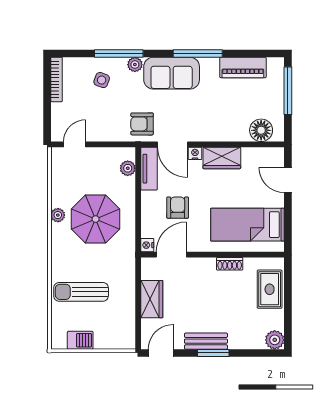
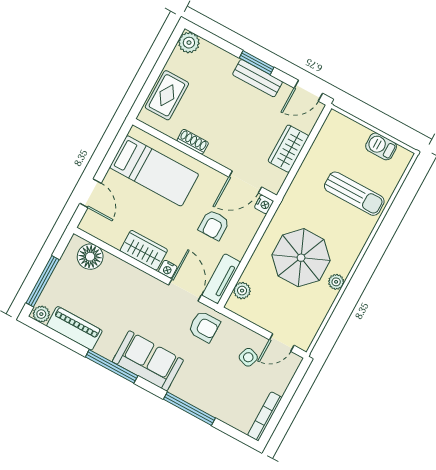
plant: (135, 65) -> (41, 314), moved
side table: (102, 80) -> (248, 357), moved

